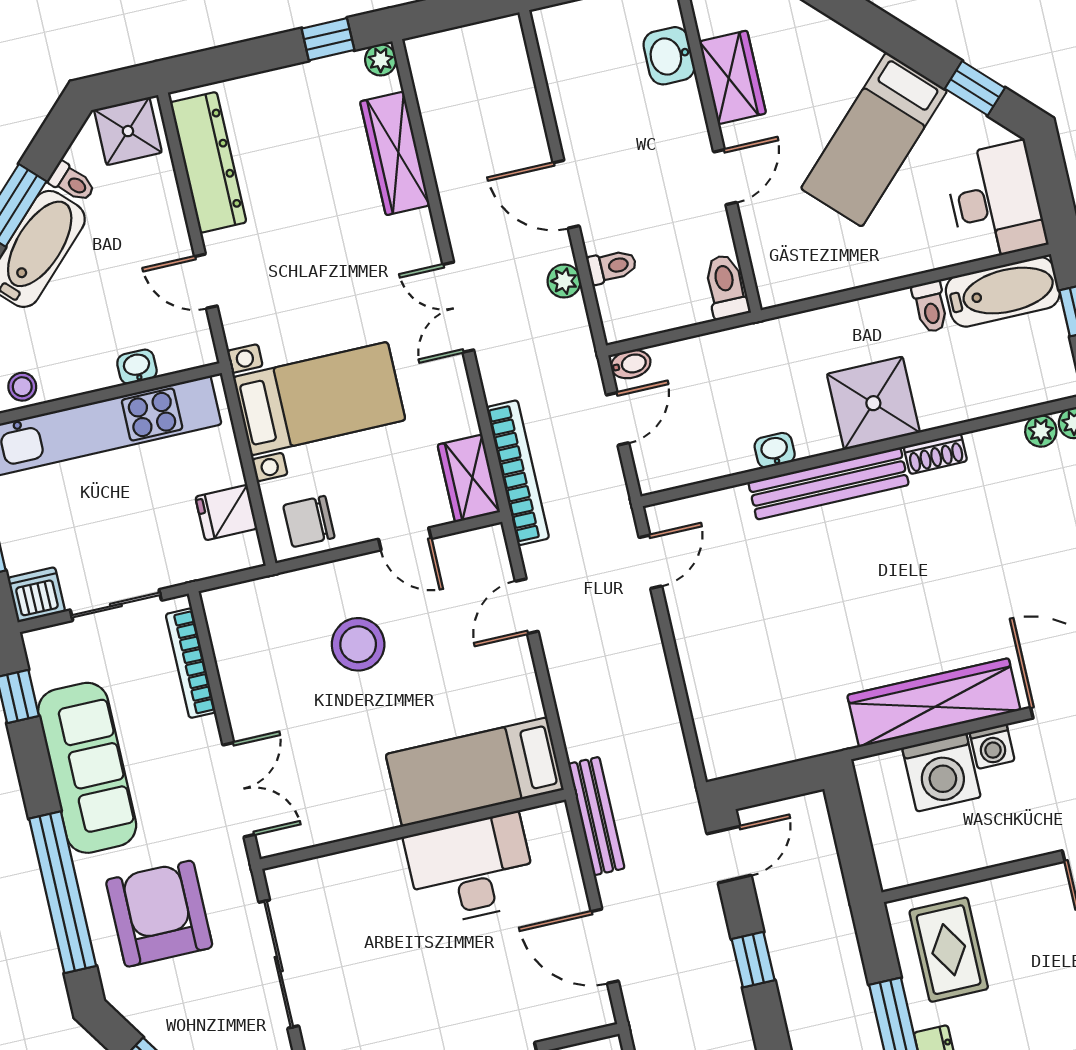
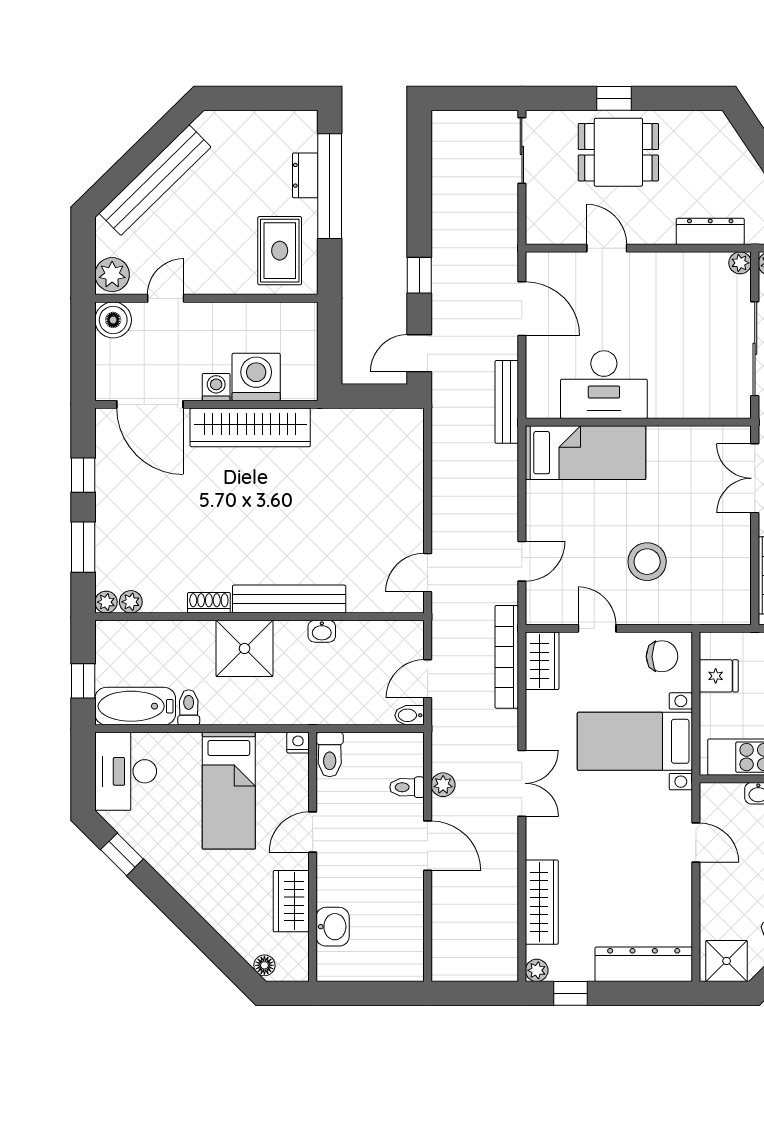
bed: (874, 139) -> (229, 791), moved, turned 135
dresser: (208, 162) -> (644, 964), moved, turned 90
nightstand: (772, 293) -> (298, 743), added

